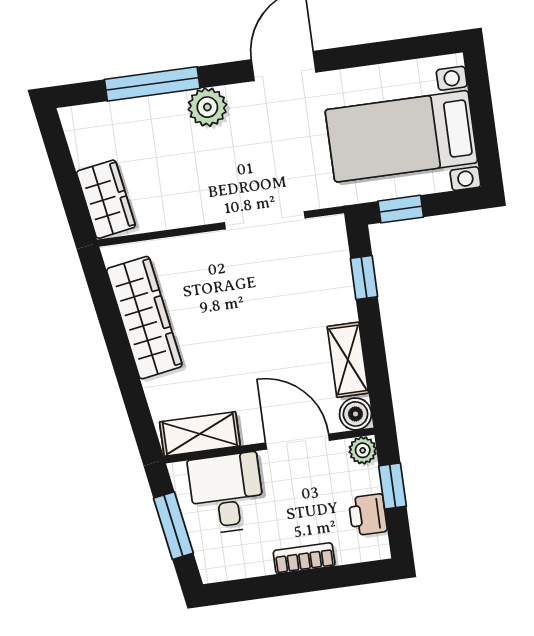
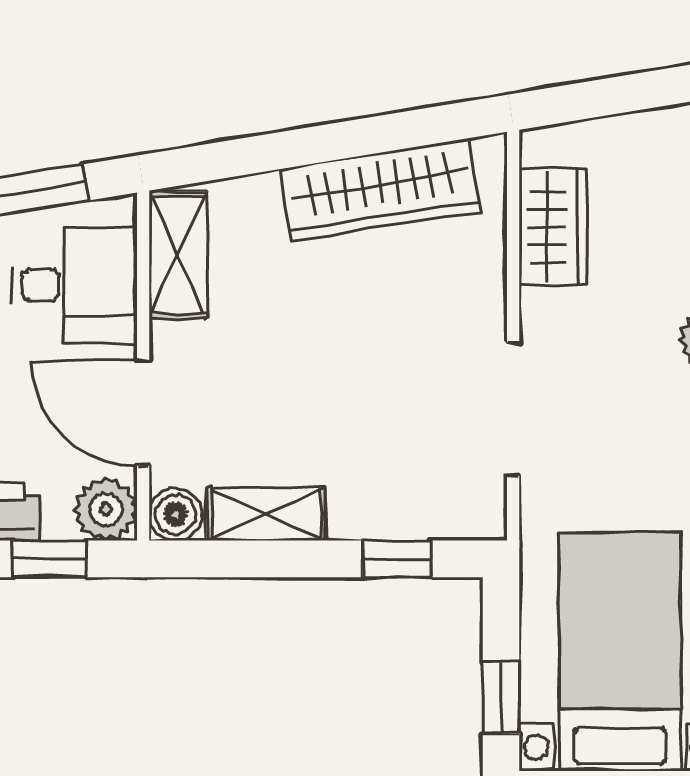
wardrobe: (106, 199) -> (553, 227), moved, turned -81
window: (401, 209) -> (501, 698), moved
door: (297, 442) -> (143, 413), swing flipped
plant: (363, 450) -> (106, 509), width x1.38, depth x1.38

